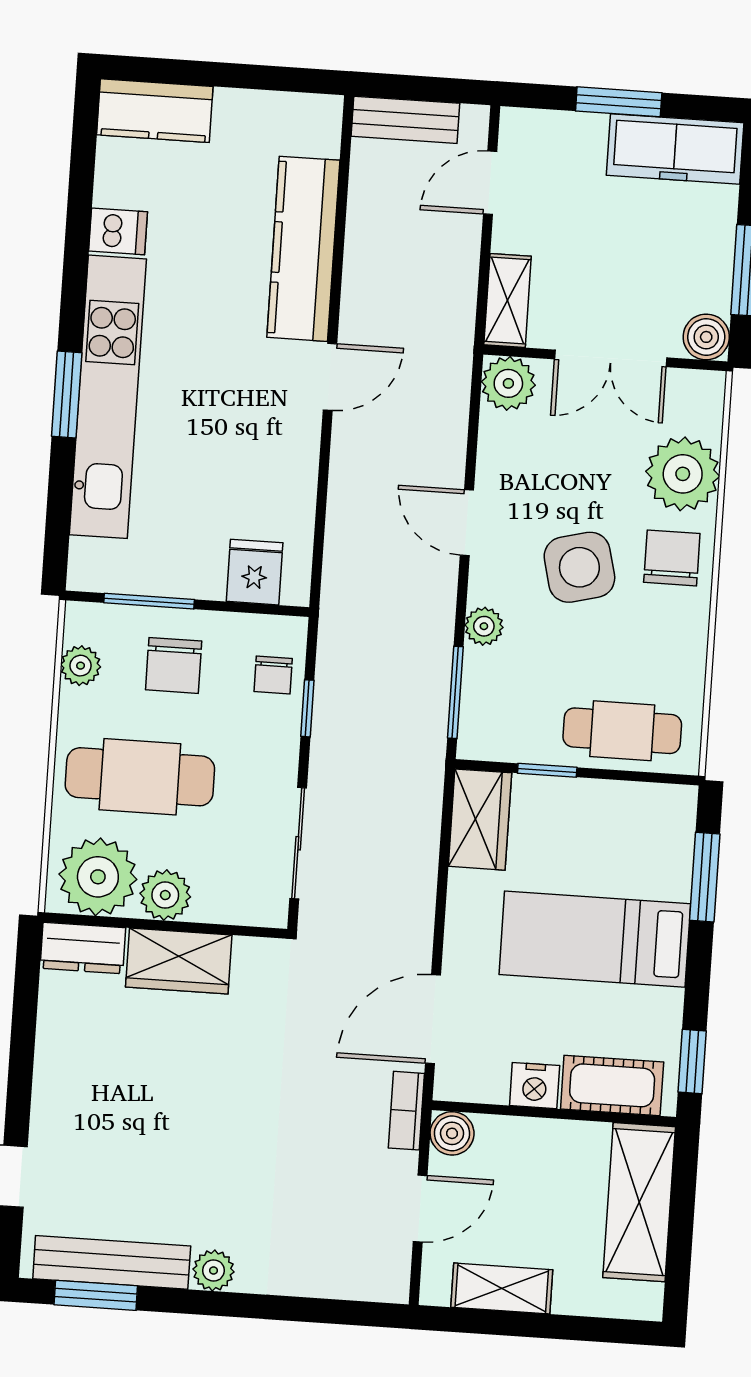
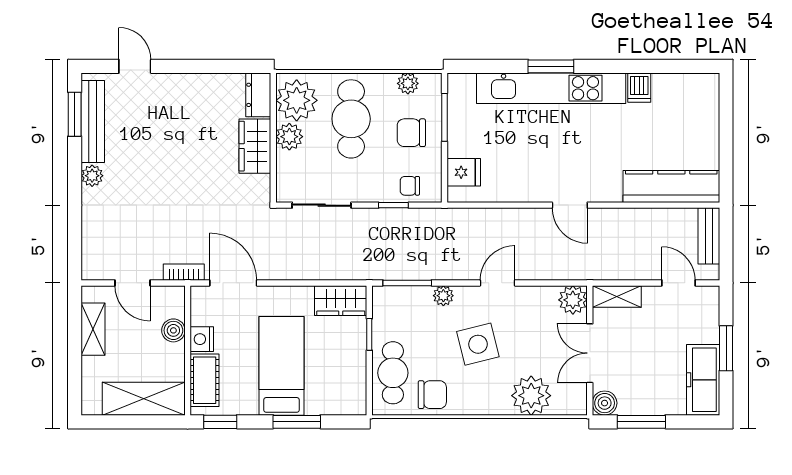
kitchen counter: (155, 111) -> (705, 103), removed
kitchen counter: (303, 249) -> (671, 186), moved
chair: (672, 558) -> (432, 395), moved
window: (705, 877) -> (297, 422), moved
boiler: (452, 1133) -> (173, 330), moved

